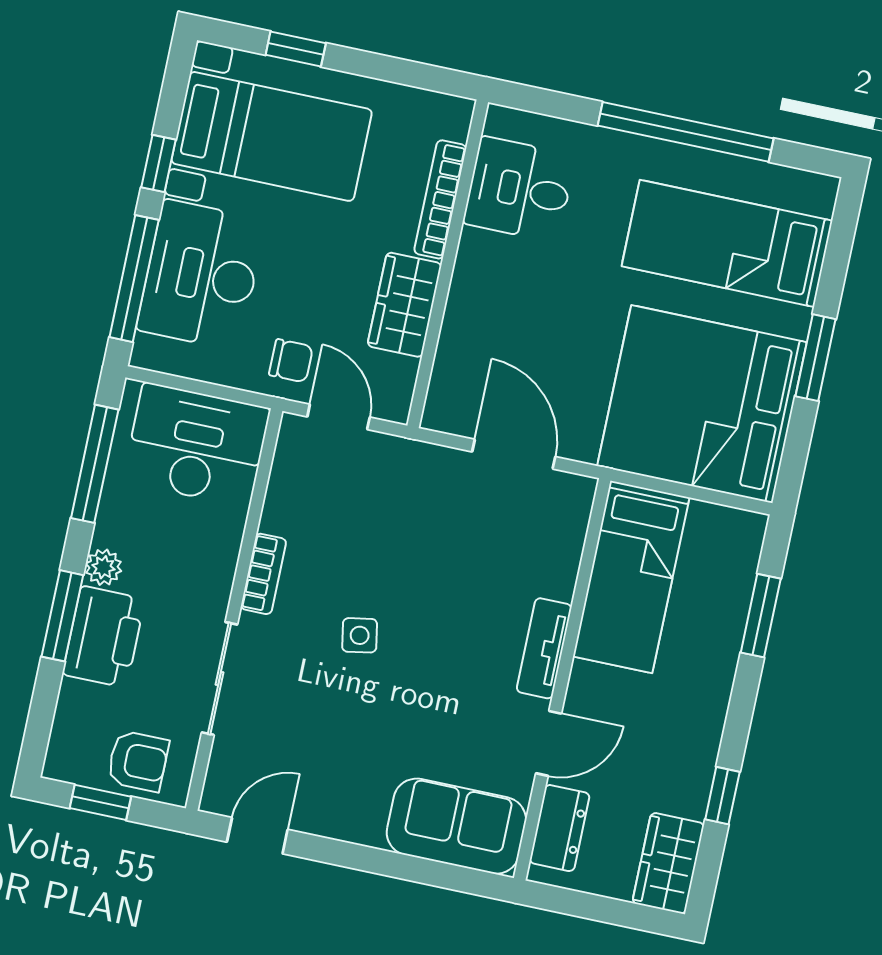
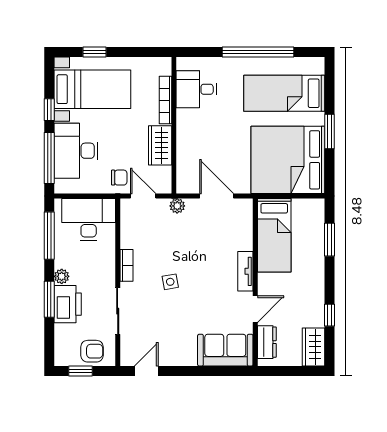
plant: (415, 458) -> (177, 206), added

